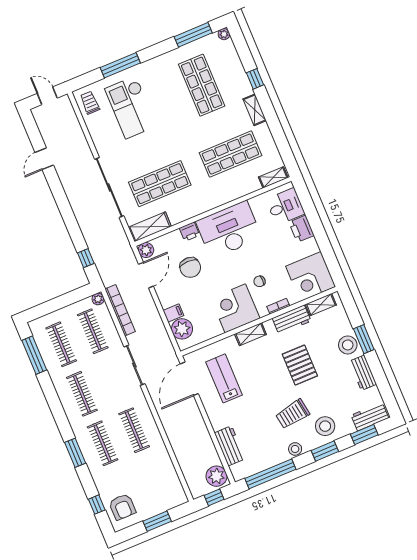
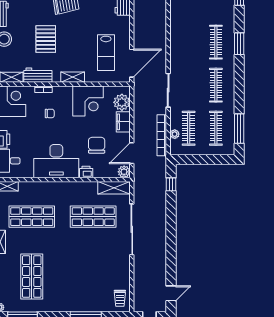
checkout: (131, 107) -> (91, 282), removed
door: (44, 159) -> (171, 293), moved
plant: (98, 299) -> (175, 134), moved
corner desk: (235, 308) -> (88, 101), moved
filing cabinet: (173, 313) -> (123, 122), width x2.00
clothes rail: (134, 430) -> (189, 42), removed

